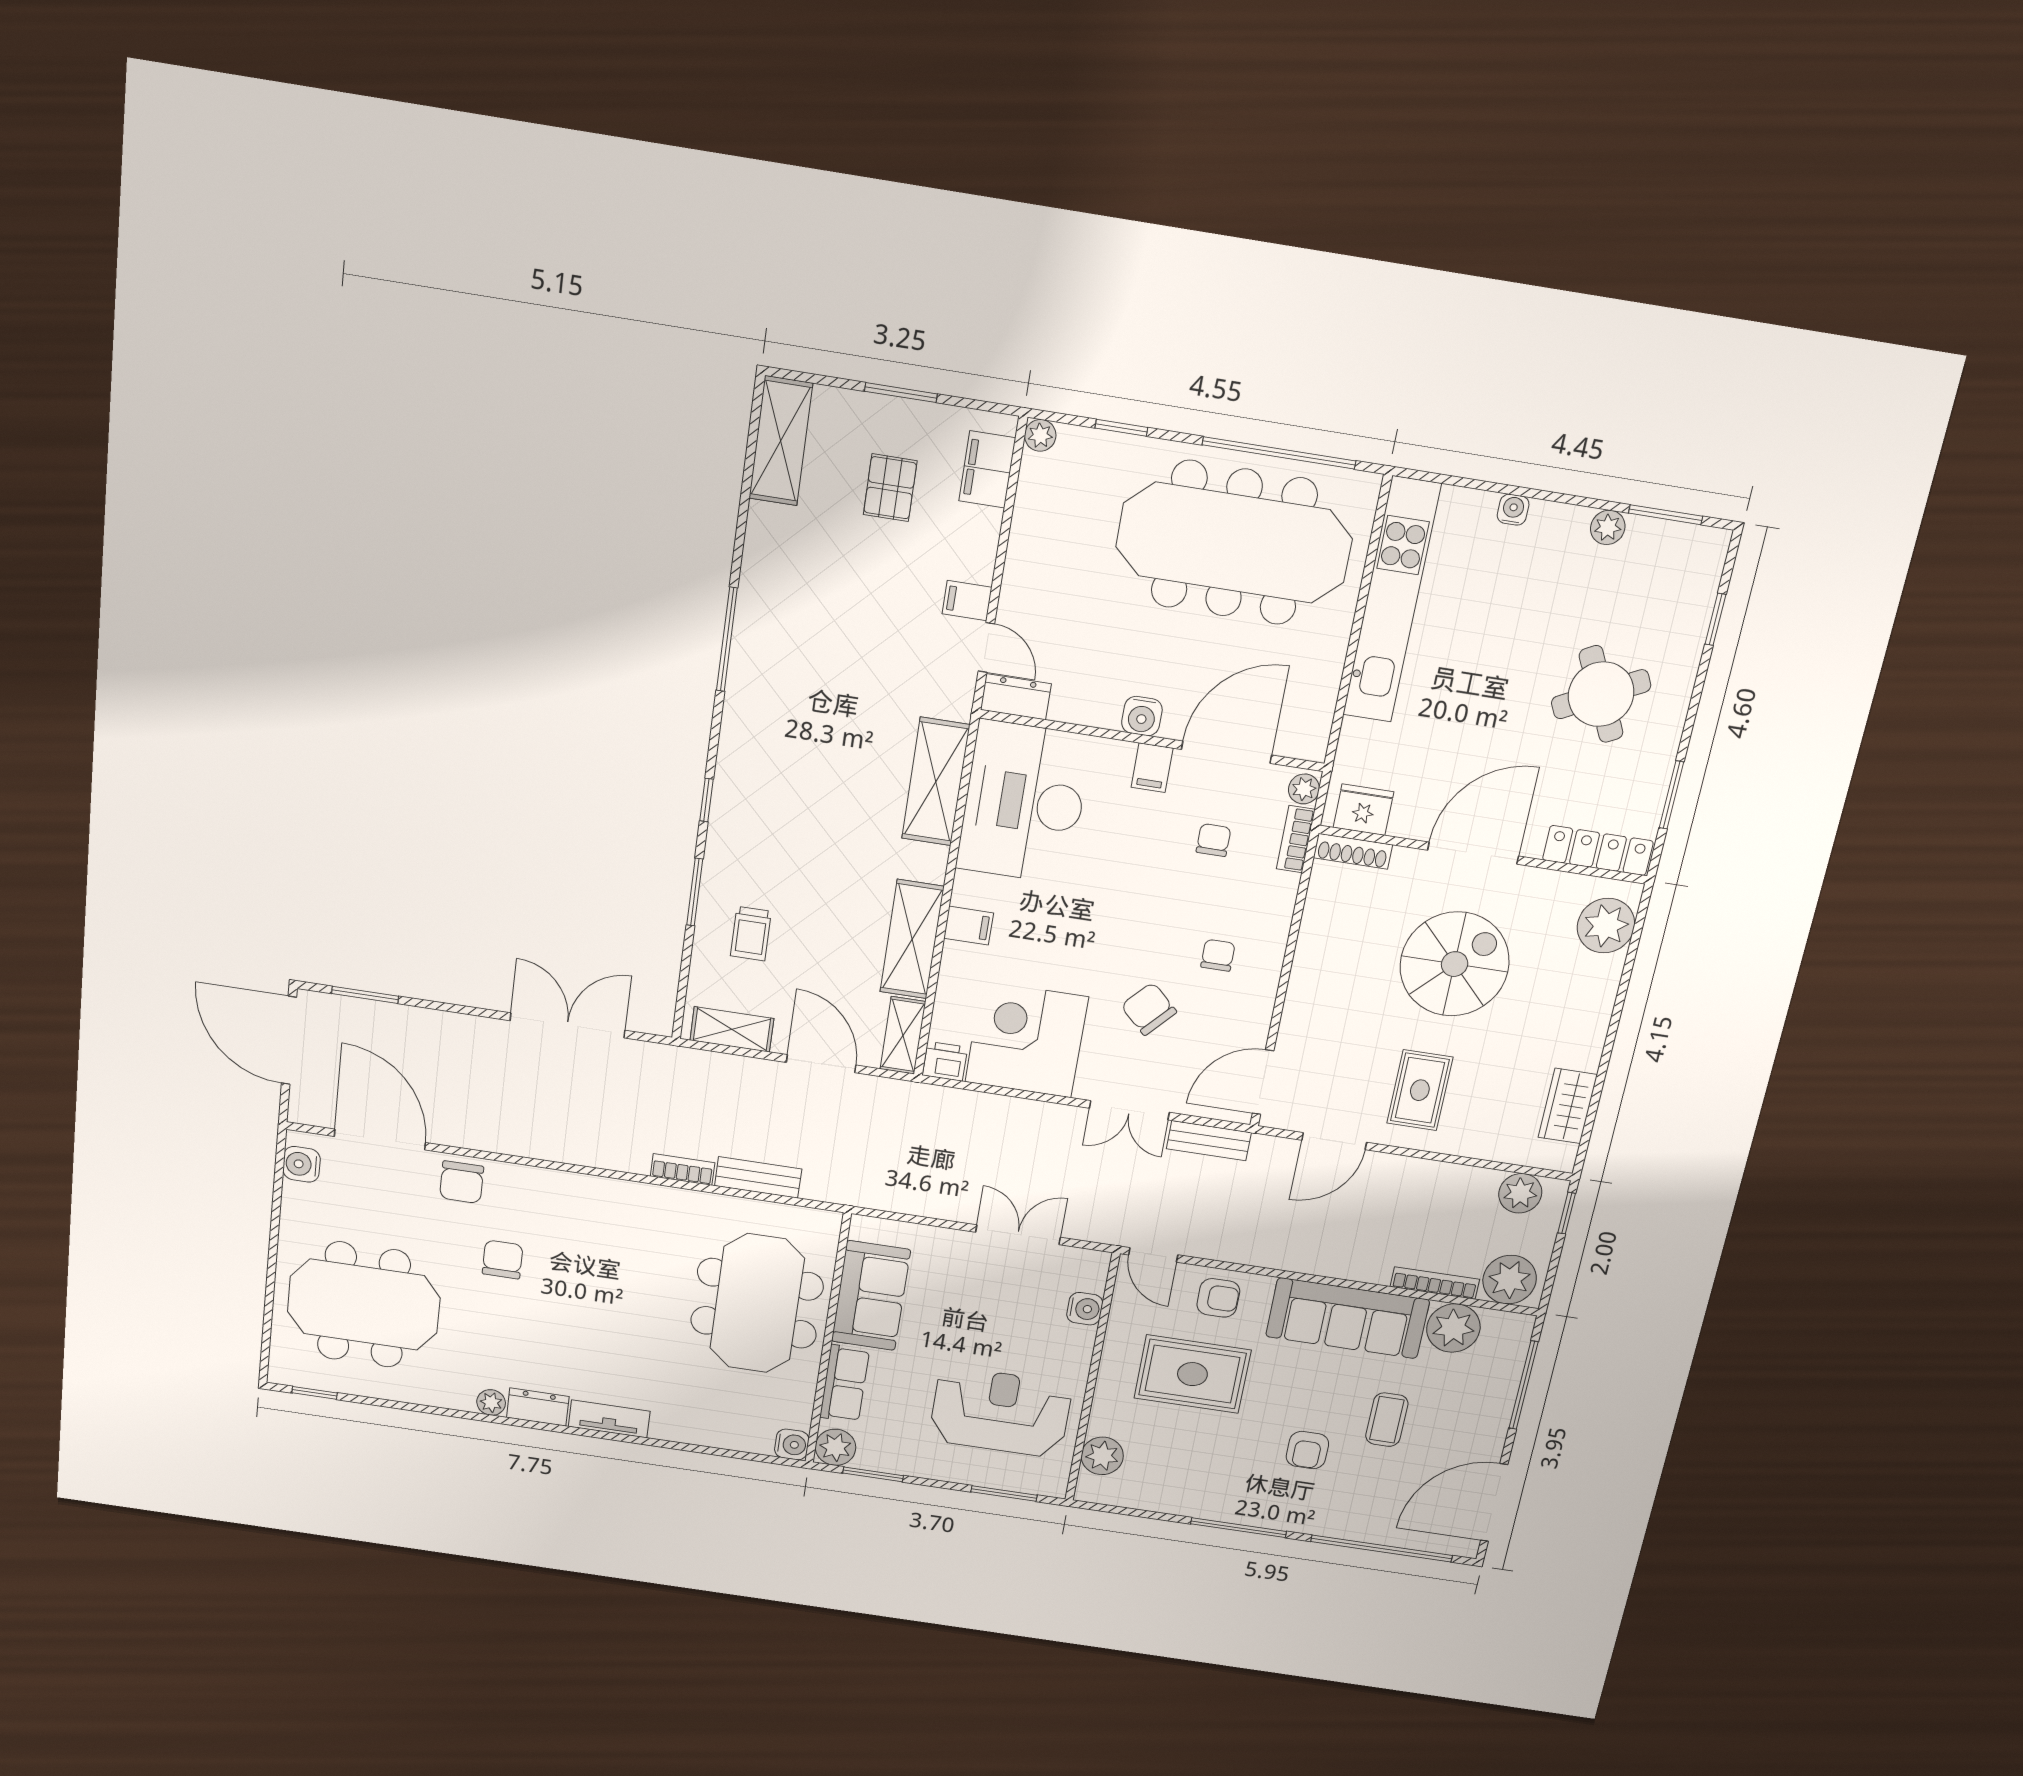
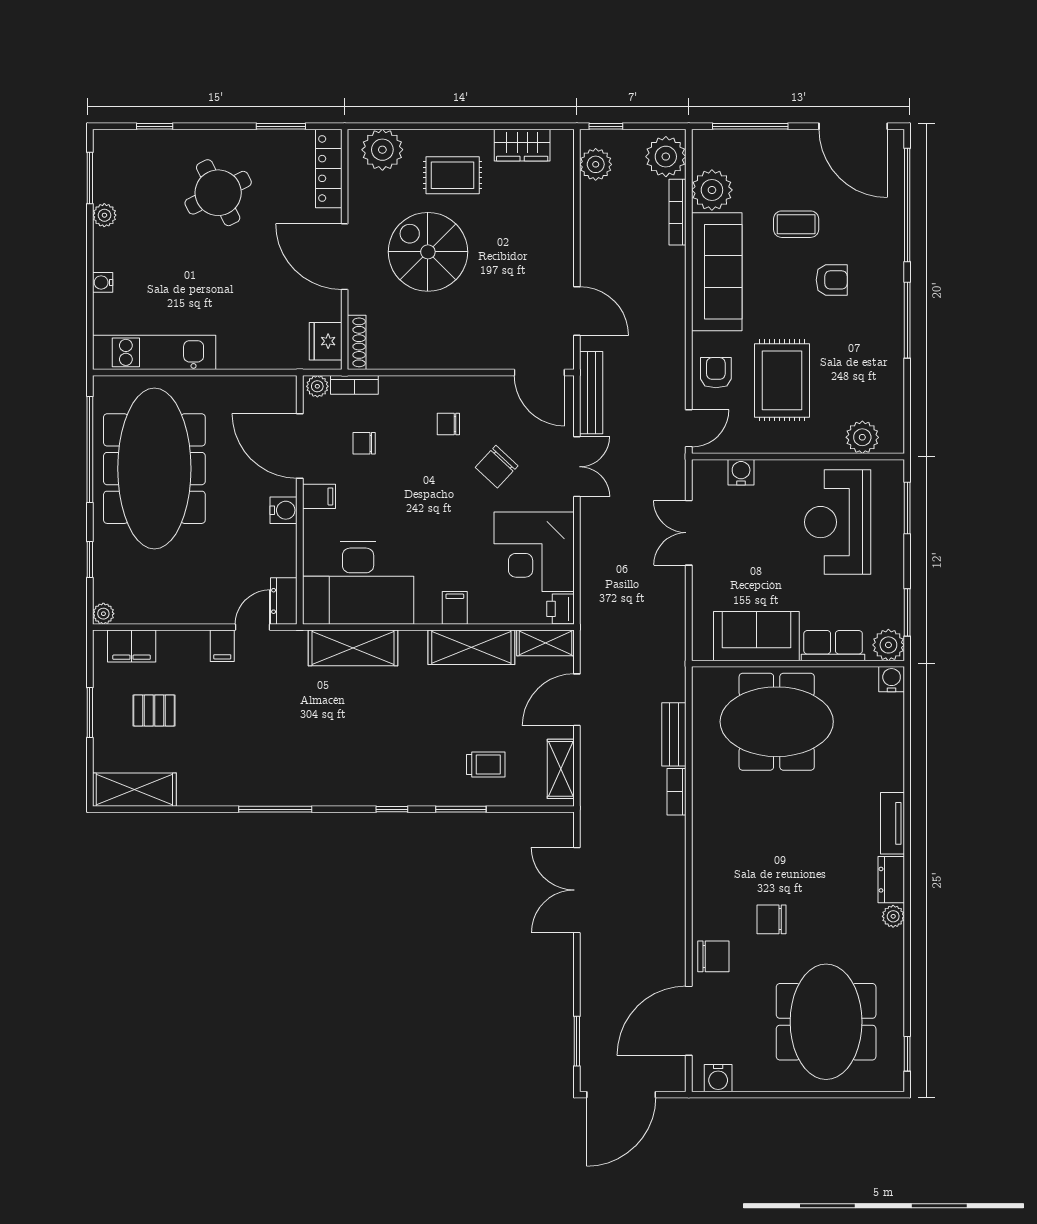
kitchen unit: (1391, 600) -> (154, 352), width x0.73
rug: (1420, 1090) -> (453, 175), moved
bench: (1209, 1141) -> (591, 393), width x1.36

